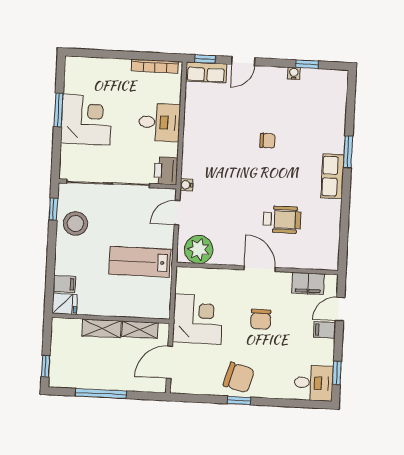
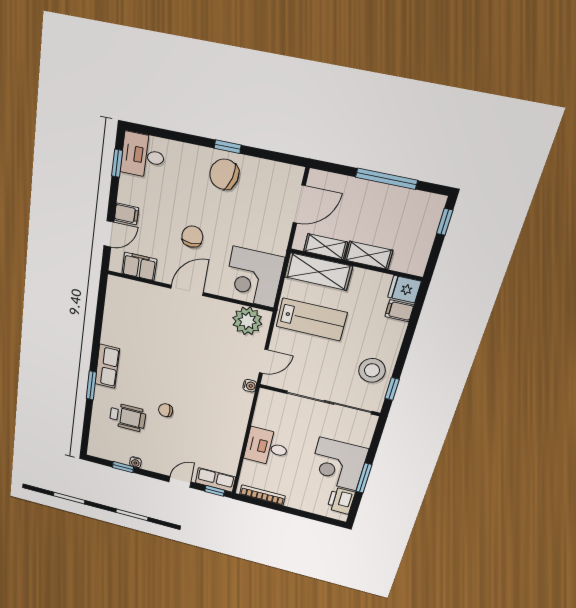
printer: (166, 171) -> (341, 501), moved, turned 180
wheelchair: (282, 220) -> (128, 417), moved, turned 180
door: (260, 269) -> (187, 290), swing flipped
shelving: (142, 307) -> (318, 272), added
corner desk: (198, 319) -> (254, 277), moved

